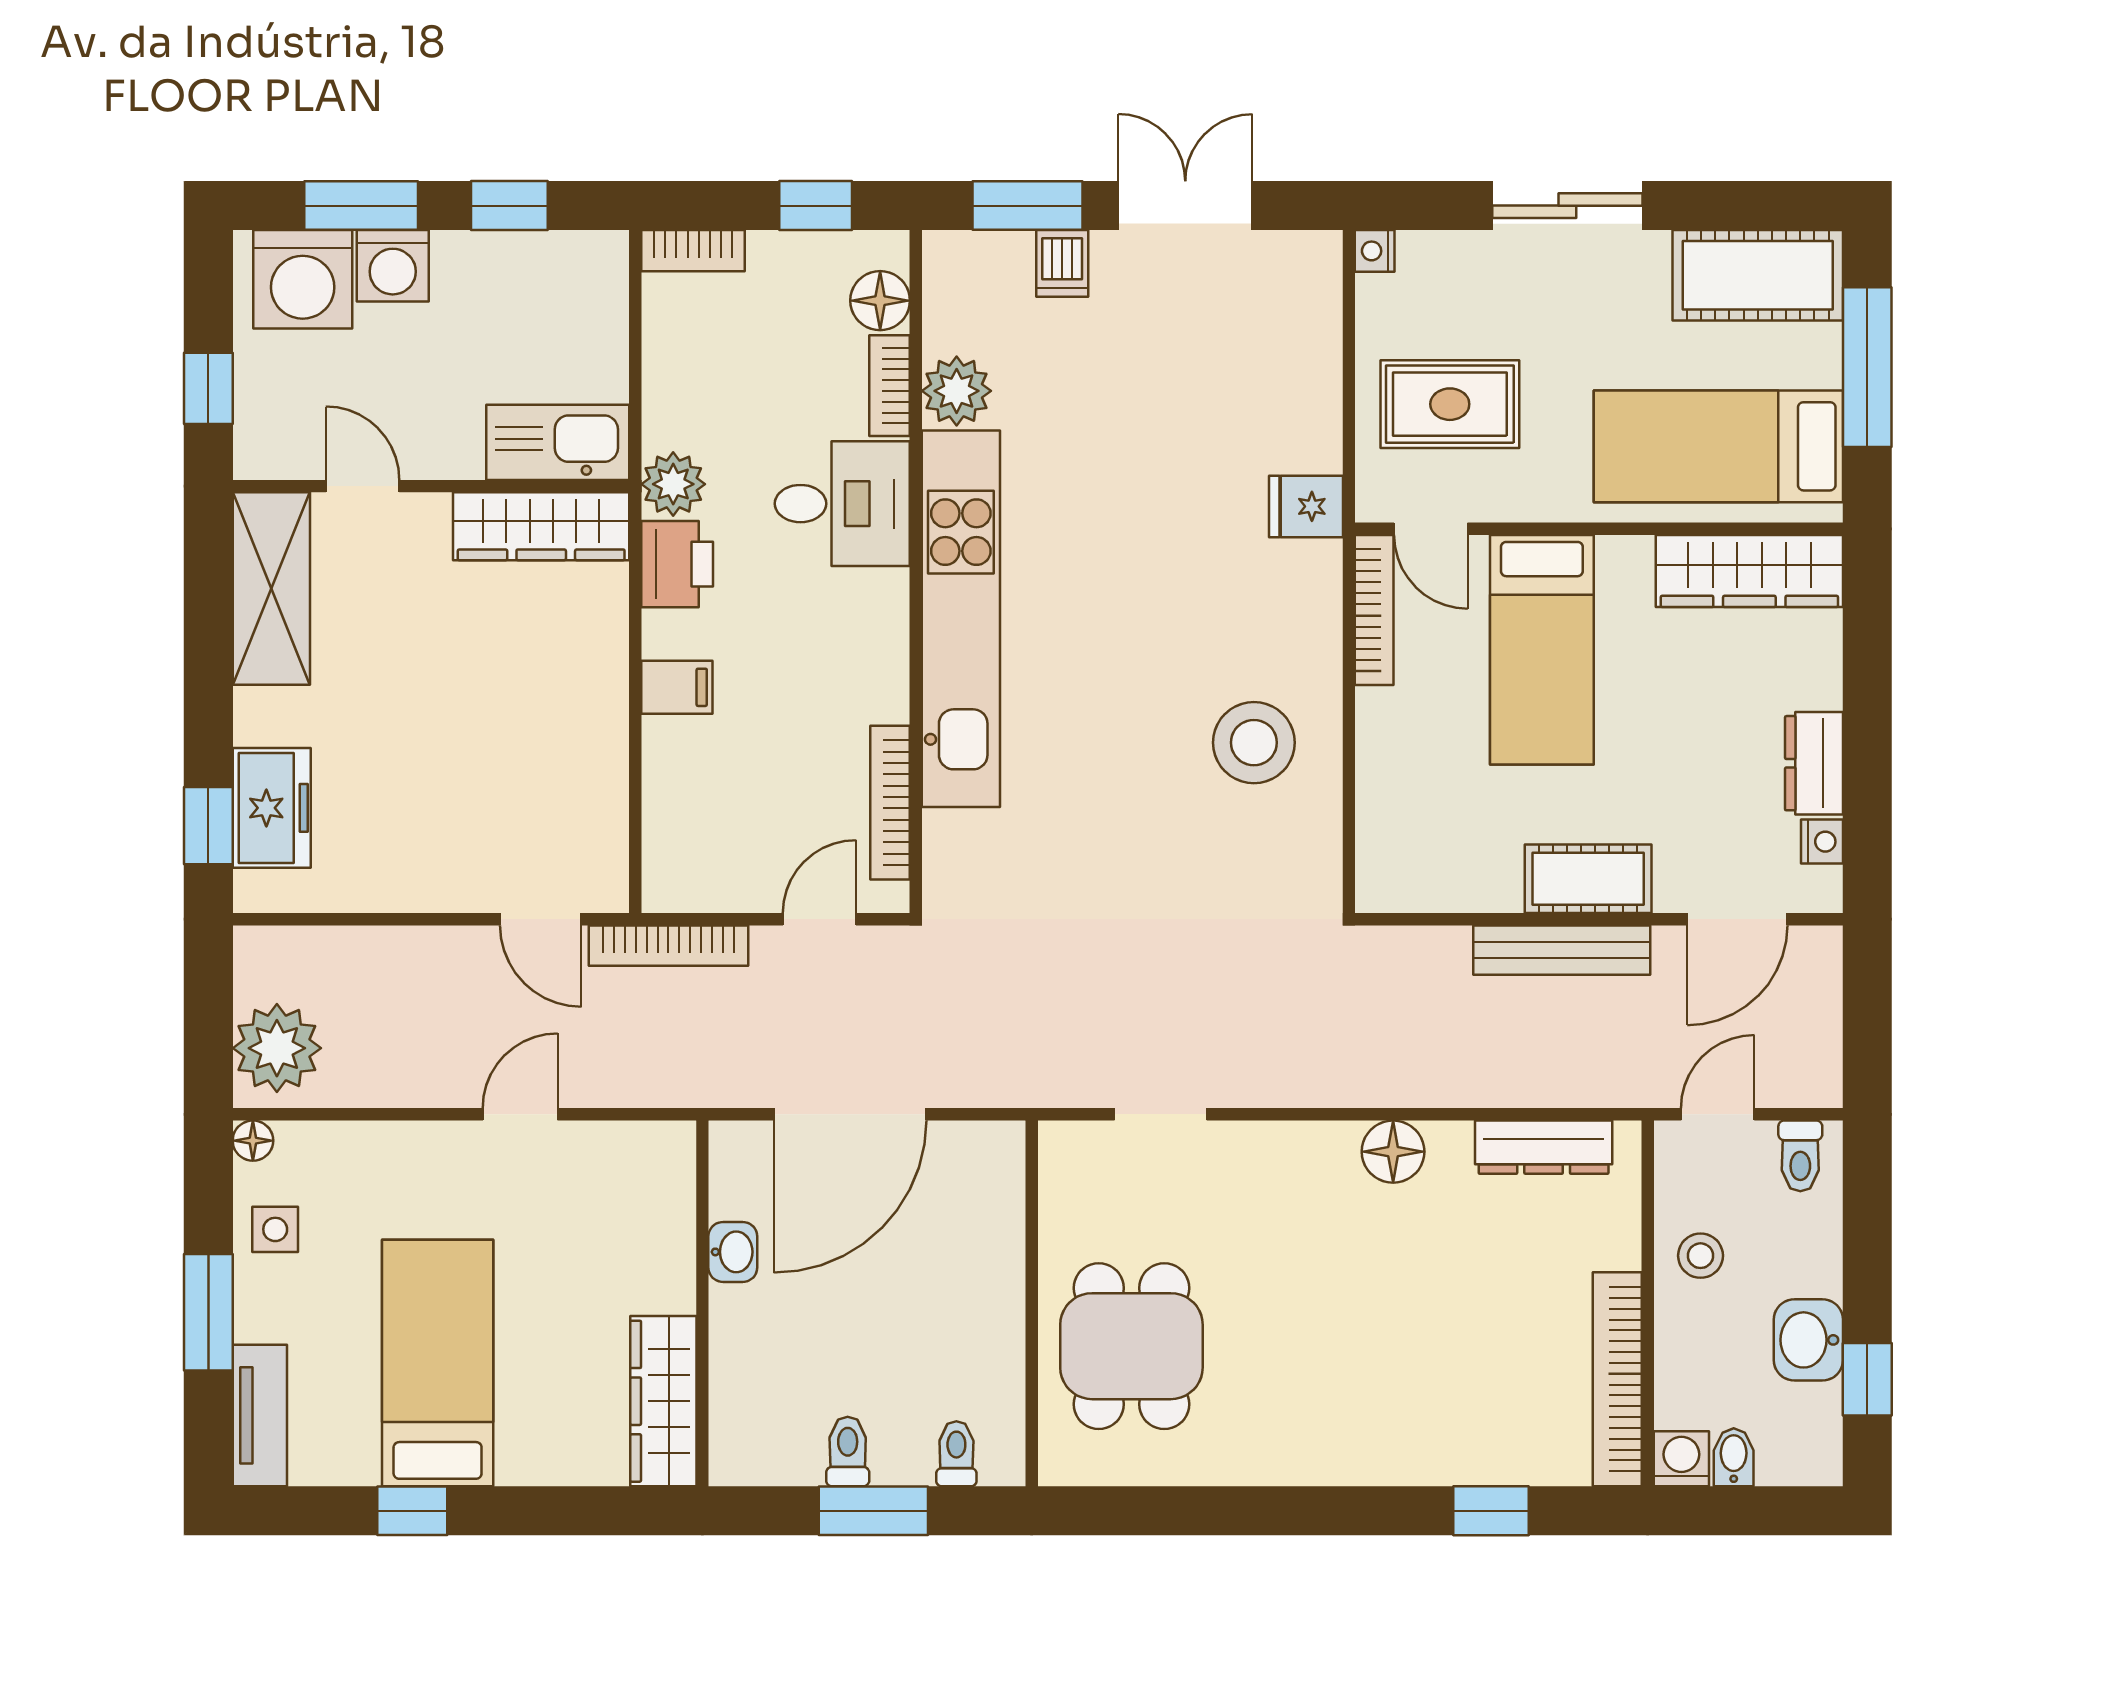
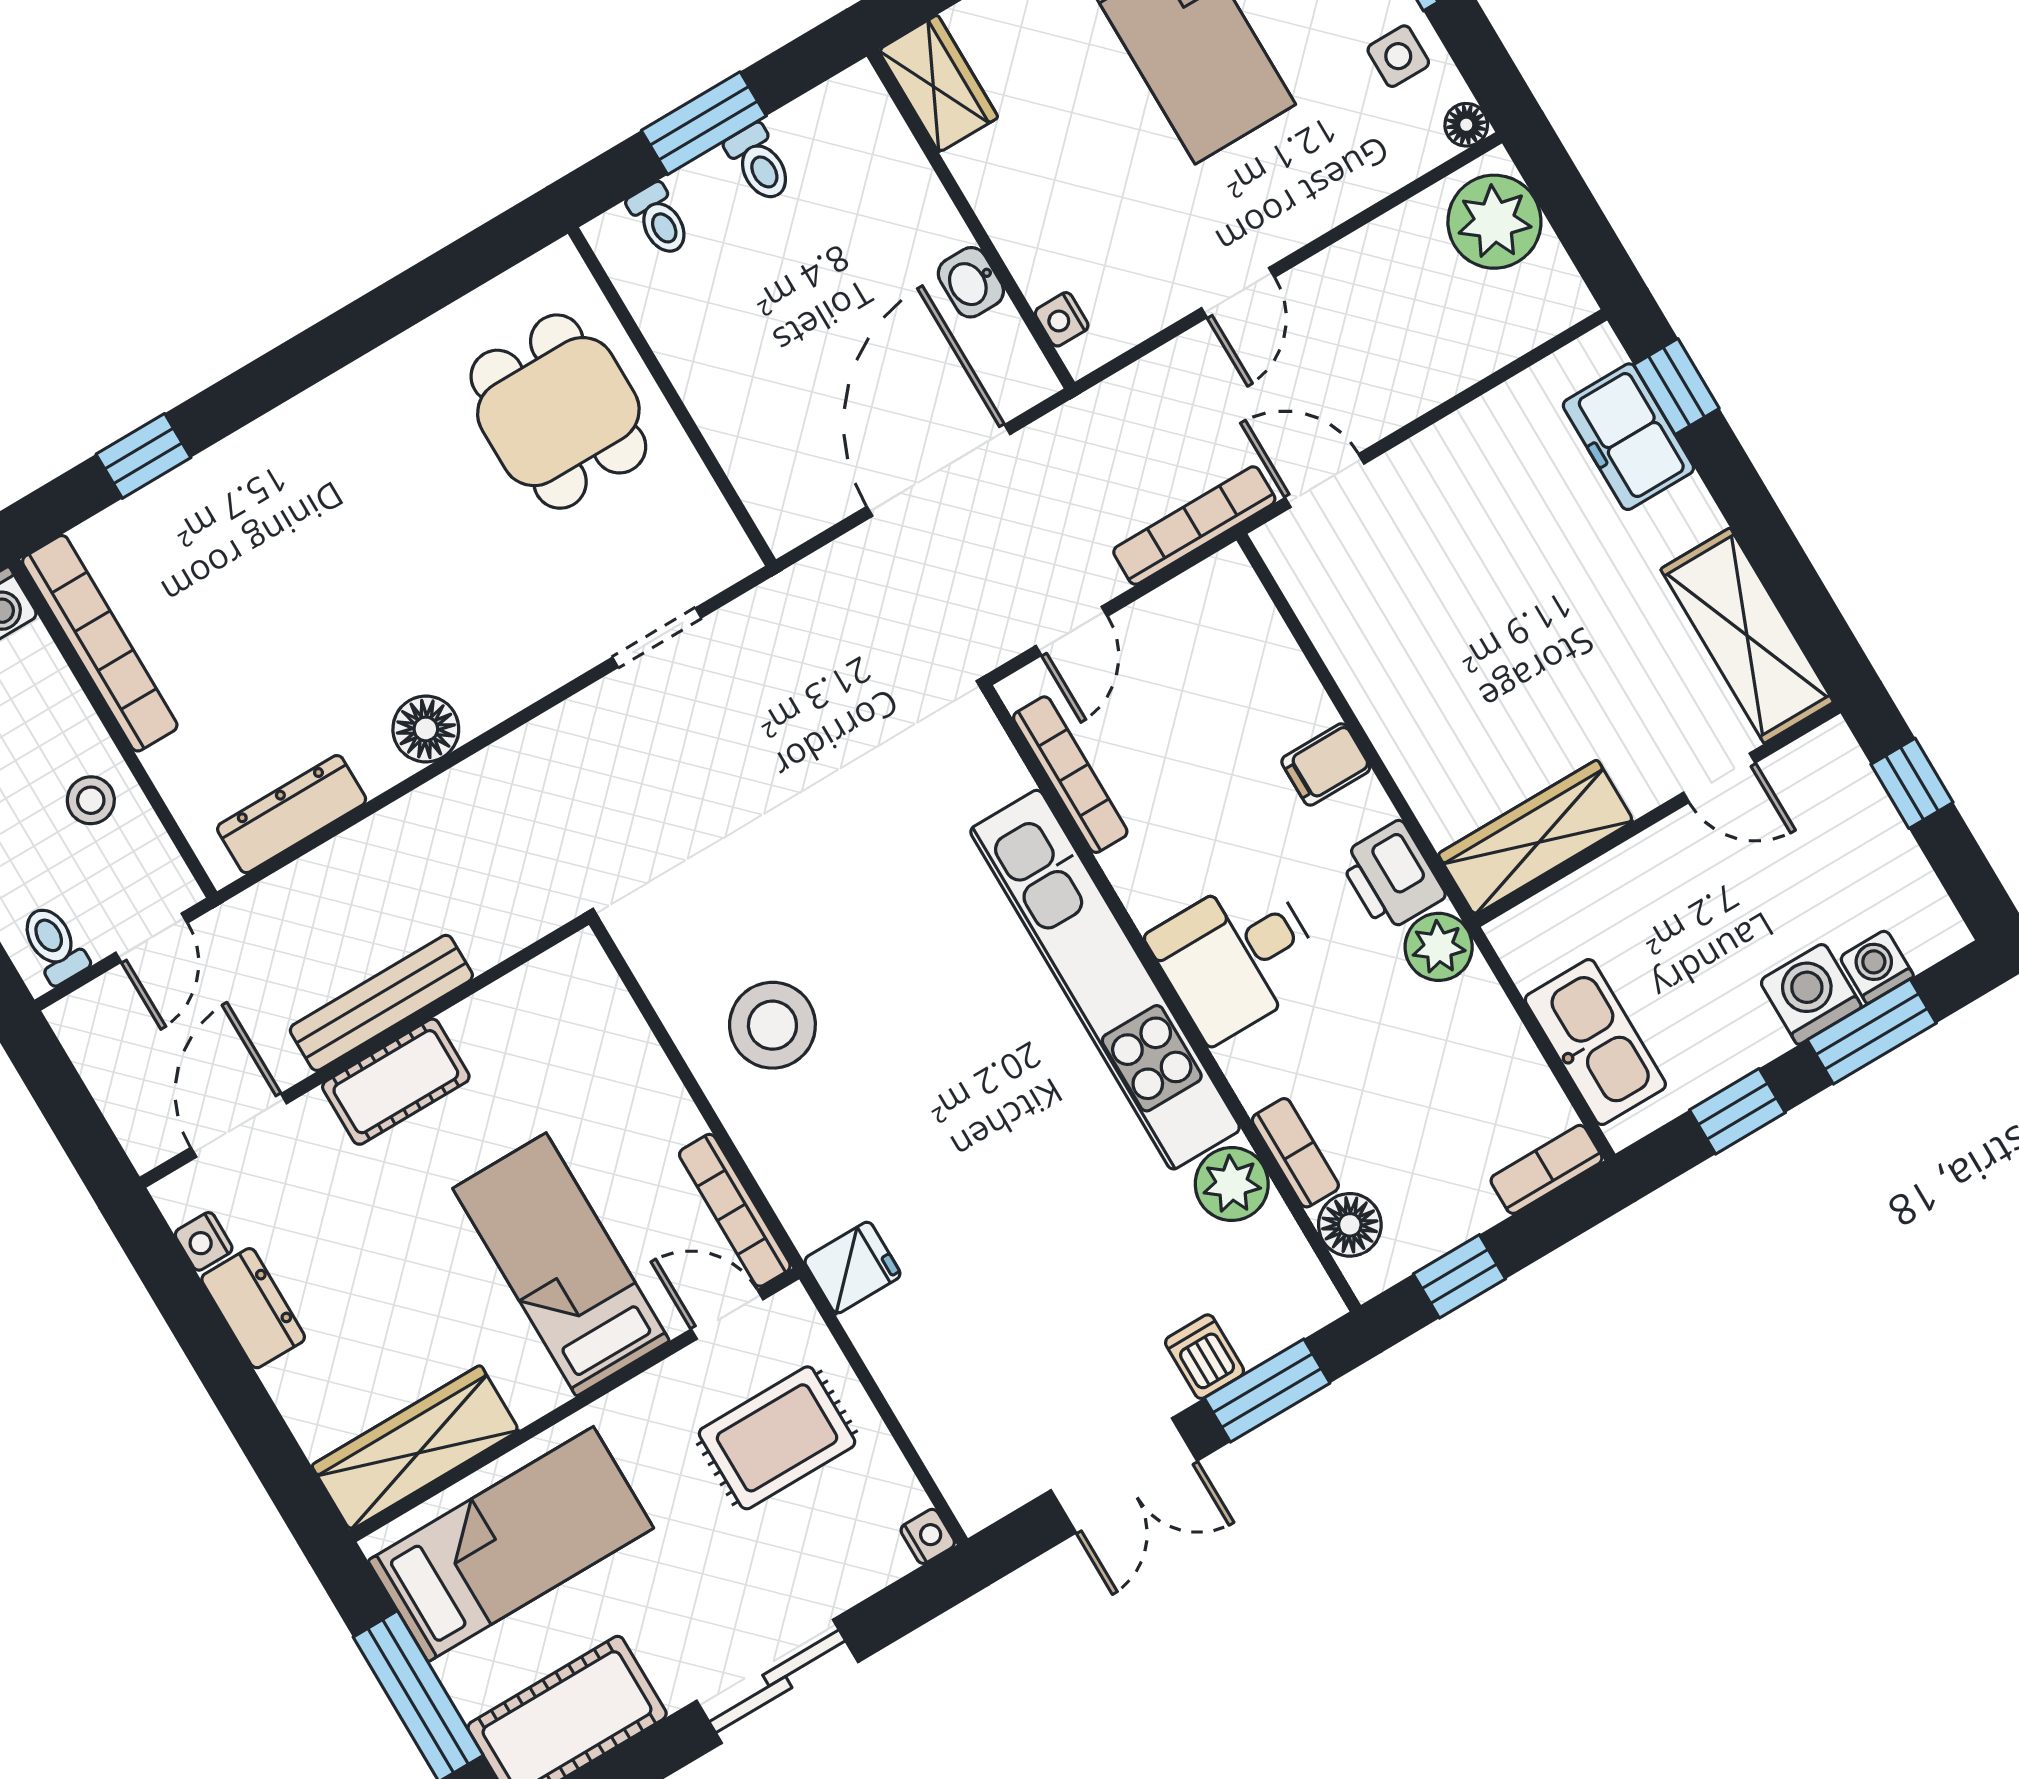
washing machine: (303, 279) -> (1877, 967), width x0.53, depth x0.53
kitchen sink: (558, 442) -> (1595, 1042), moved, turned -90
desk: (842, 504) -> (1237, 956), moved
nightstand: (677, 1178) -> (1062, 319), added
wardrobe: (663, 1401) -> (938, 84), width x0.67

